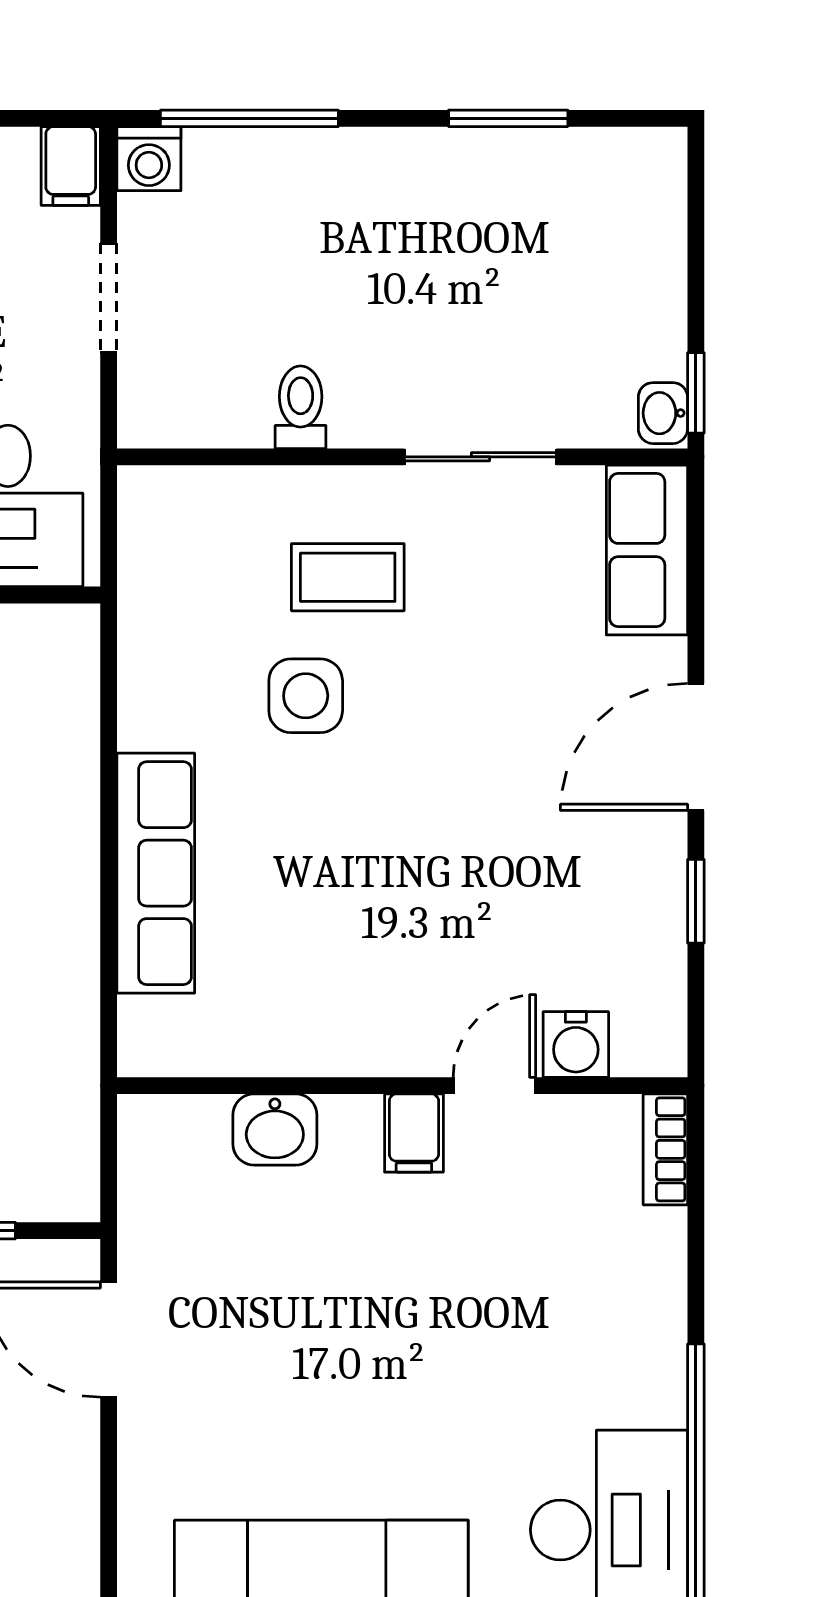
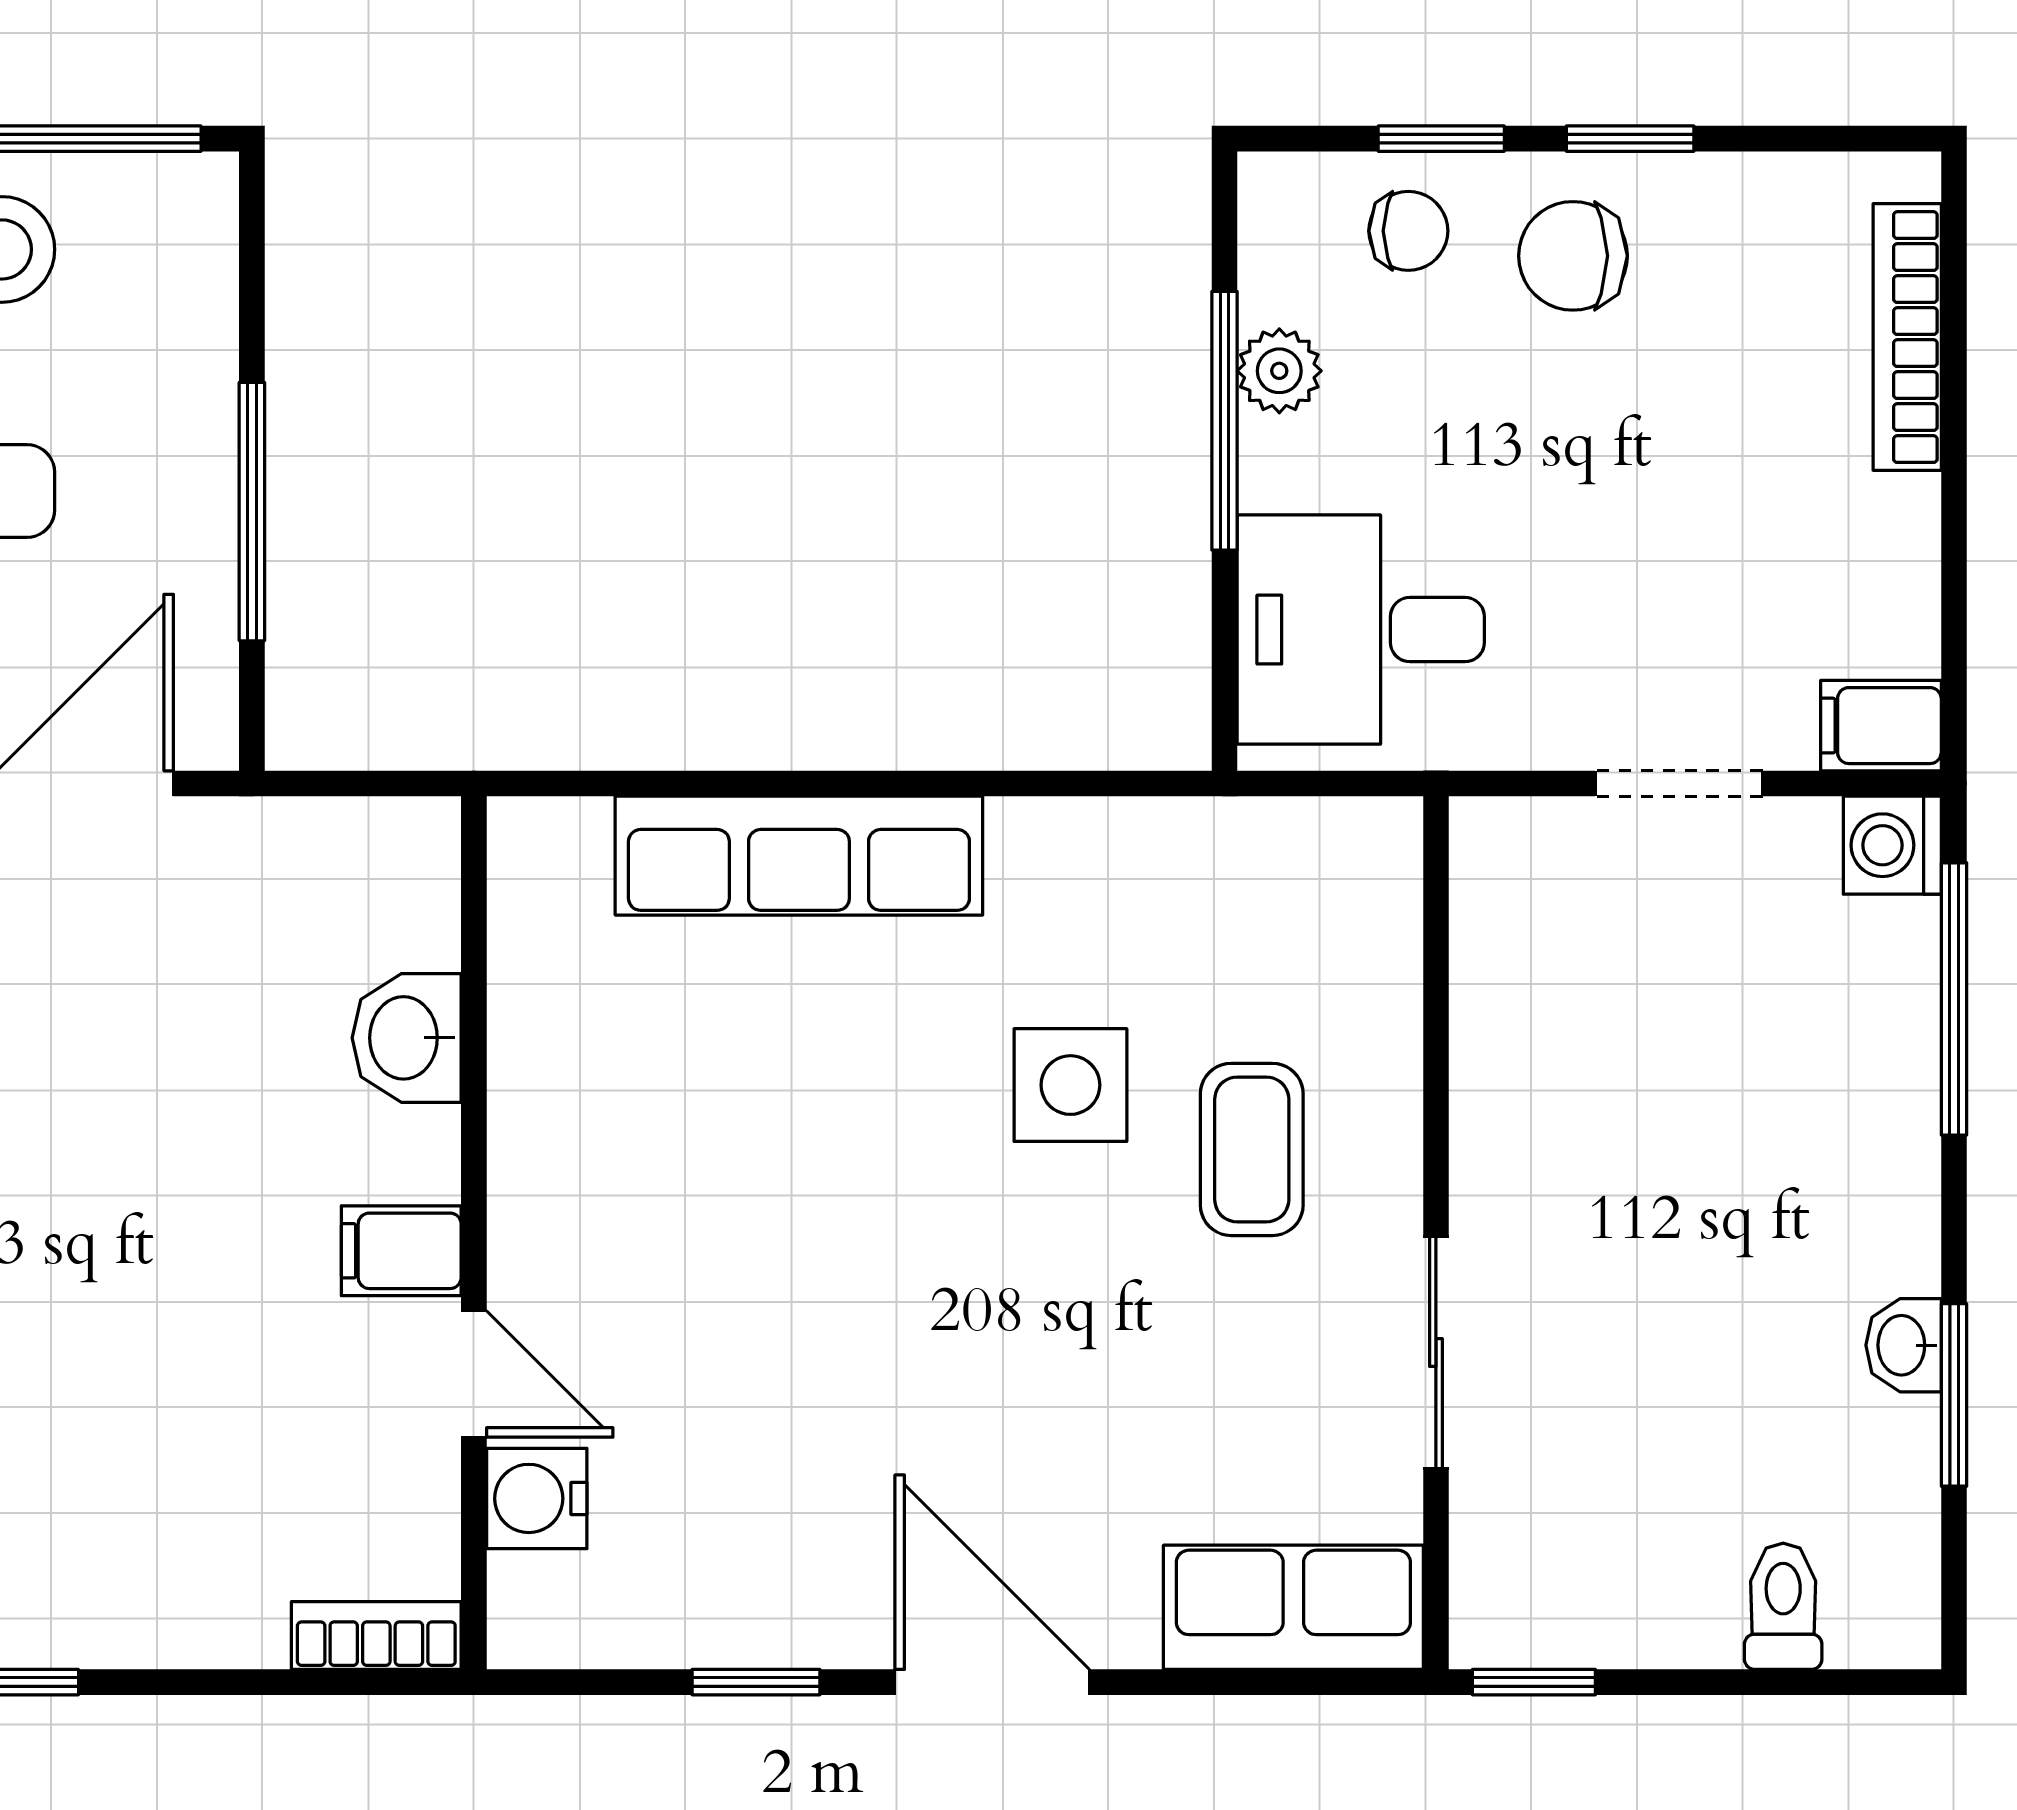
toilet: (301, 407) -> (1783, 1606), moved, turned -90
washbasin: (663, 413) -> (1904, 1345), moved, turned -90

